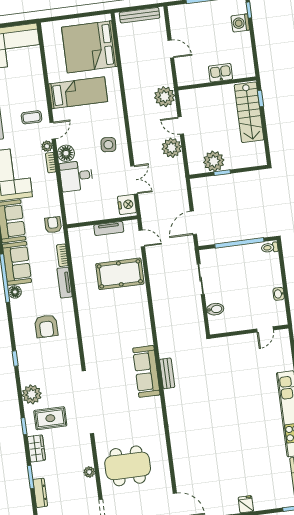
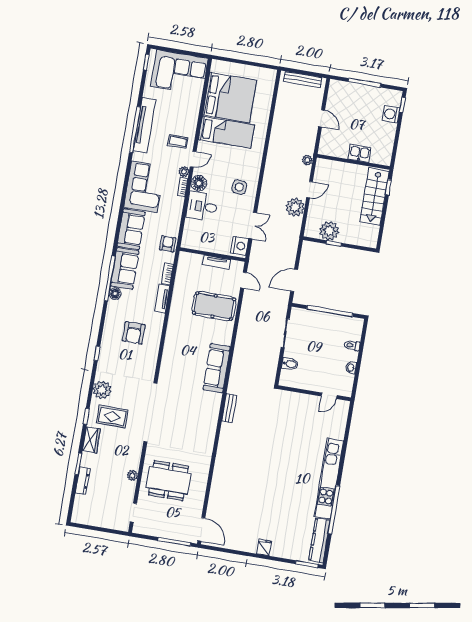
bed: (89, 47) -> (229, 98), moved, turned 180
plant: (165, 97) -> (307, 160), width x0.53, depth x0.53
door: (181, 125) -> (309, 190), swing flipped
toilet: (270, 248) -> (352, 345), moved
sofa: (146, 371) -> (217, 368), moved

